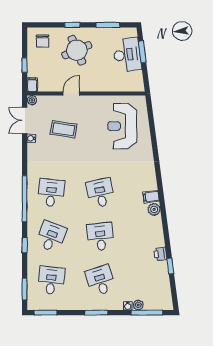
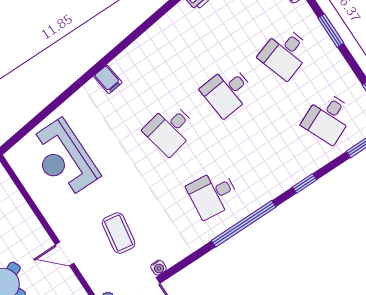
reception desk: (122, 126) -> (63, 159), turned 90
filing cabinet: (151, 197) -> (108, 79), moved
plant: (154, 209) -> (145, 44), removed
desk: (51, 237) -> (270, 156), removed
desk: (51, 280) -> (328, 118), turned -30

